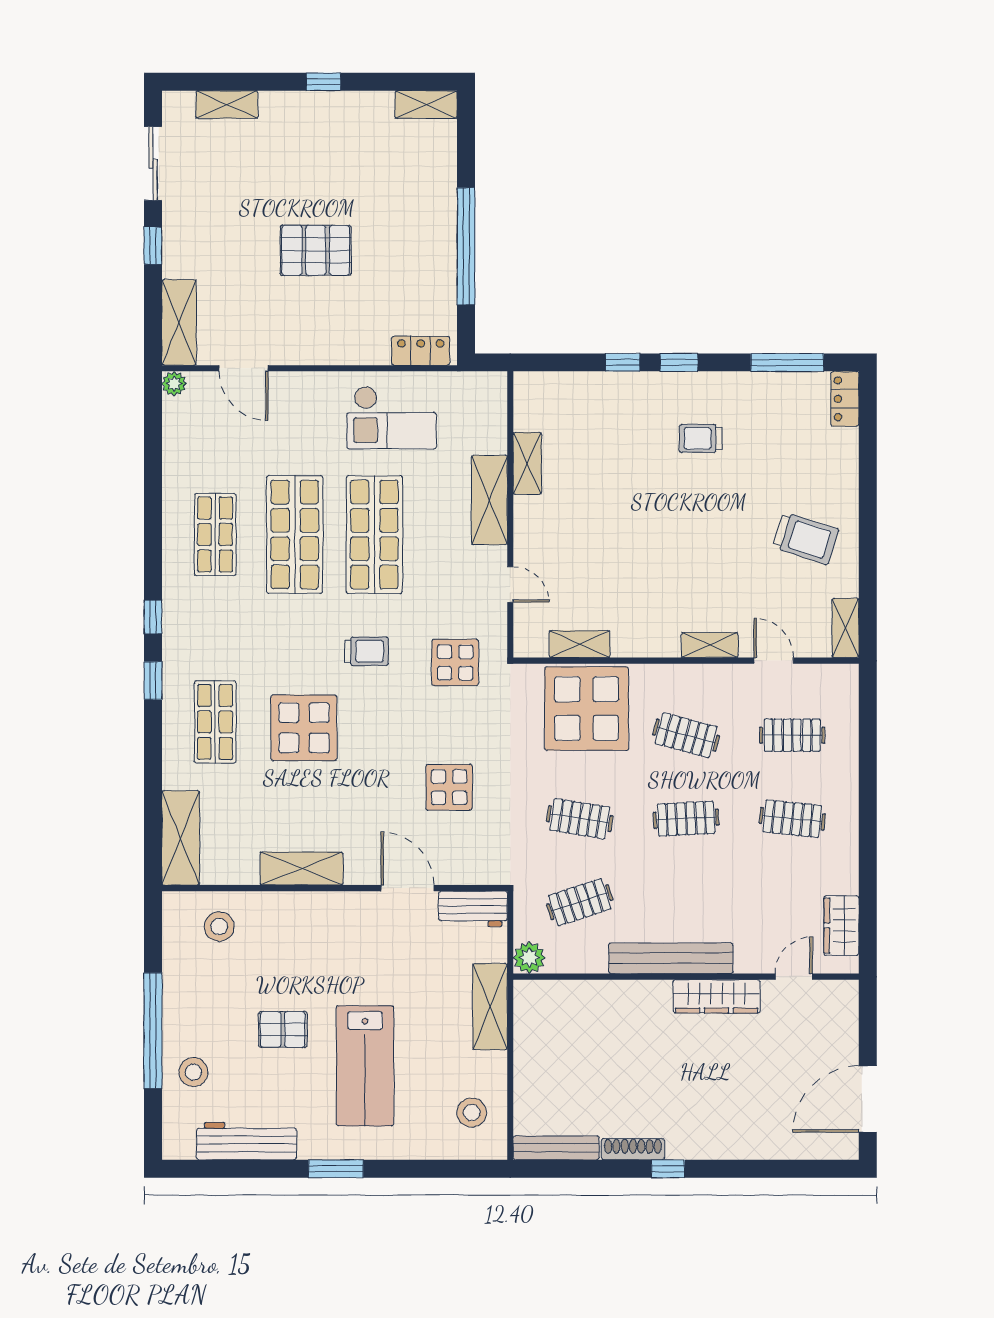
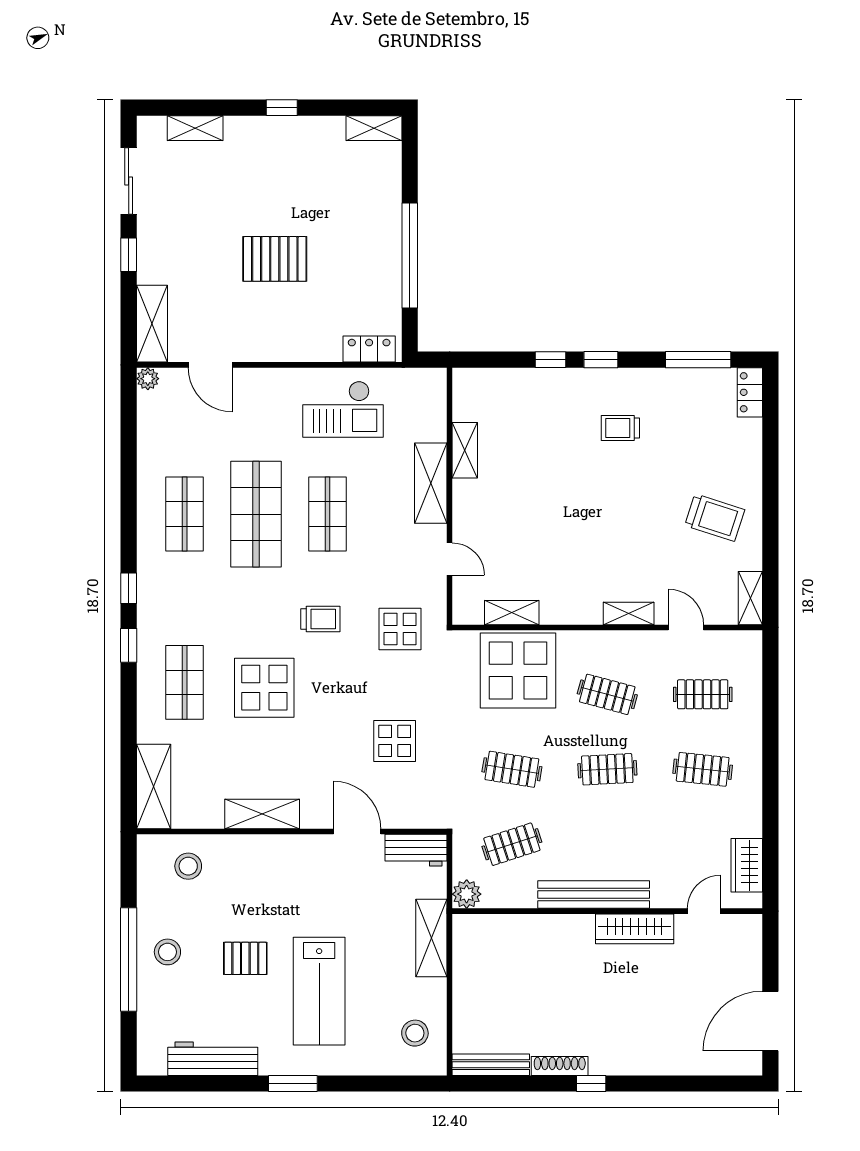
shop shelf: (374, 534) -> (328, 514), width x0.70, depth x0.74
stool: (193, 1072) -> (167, 952), moved

